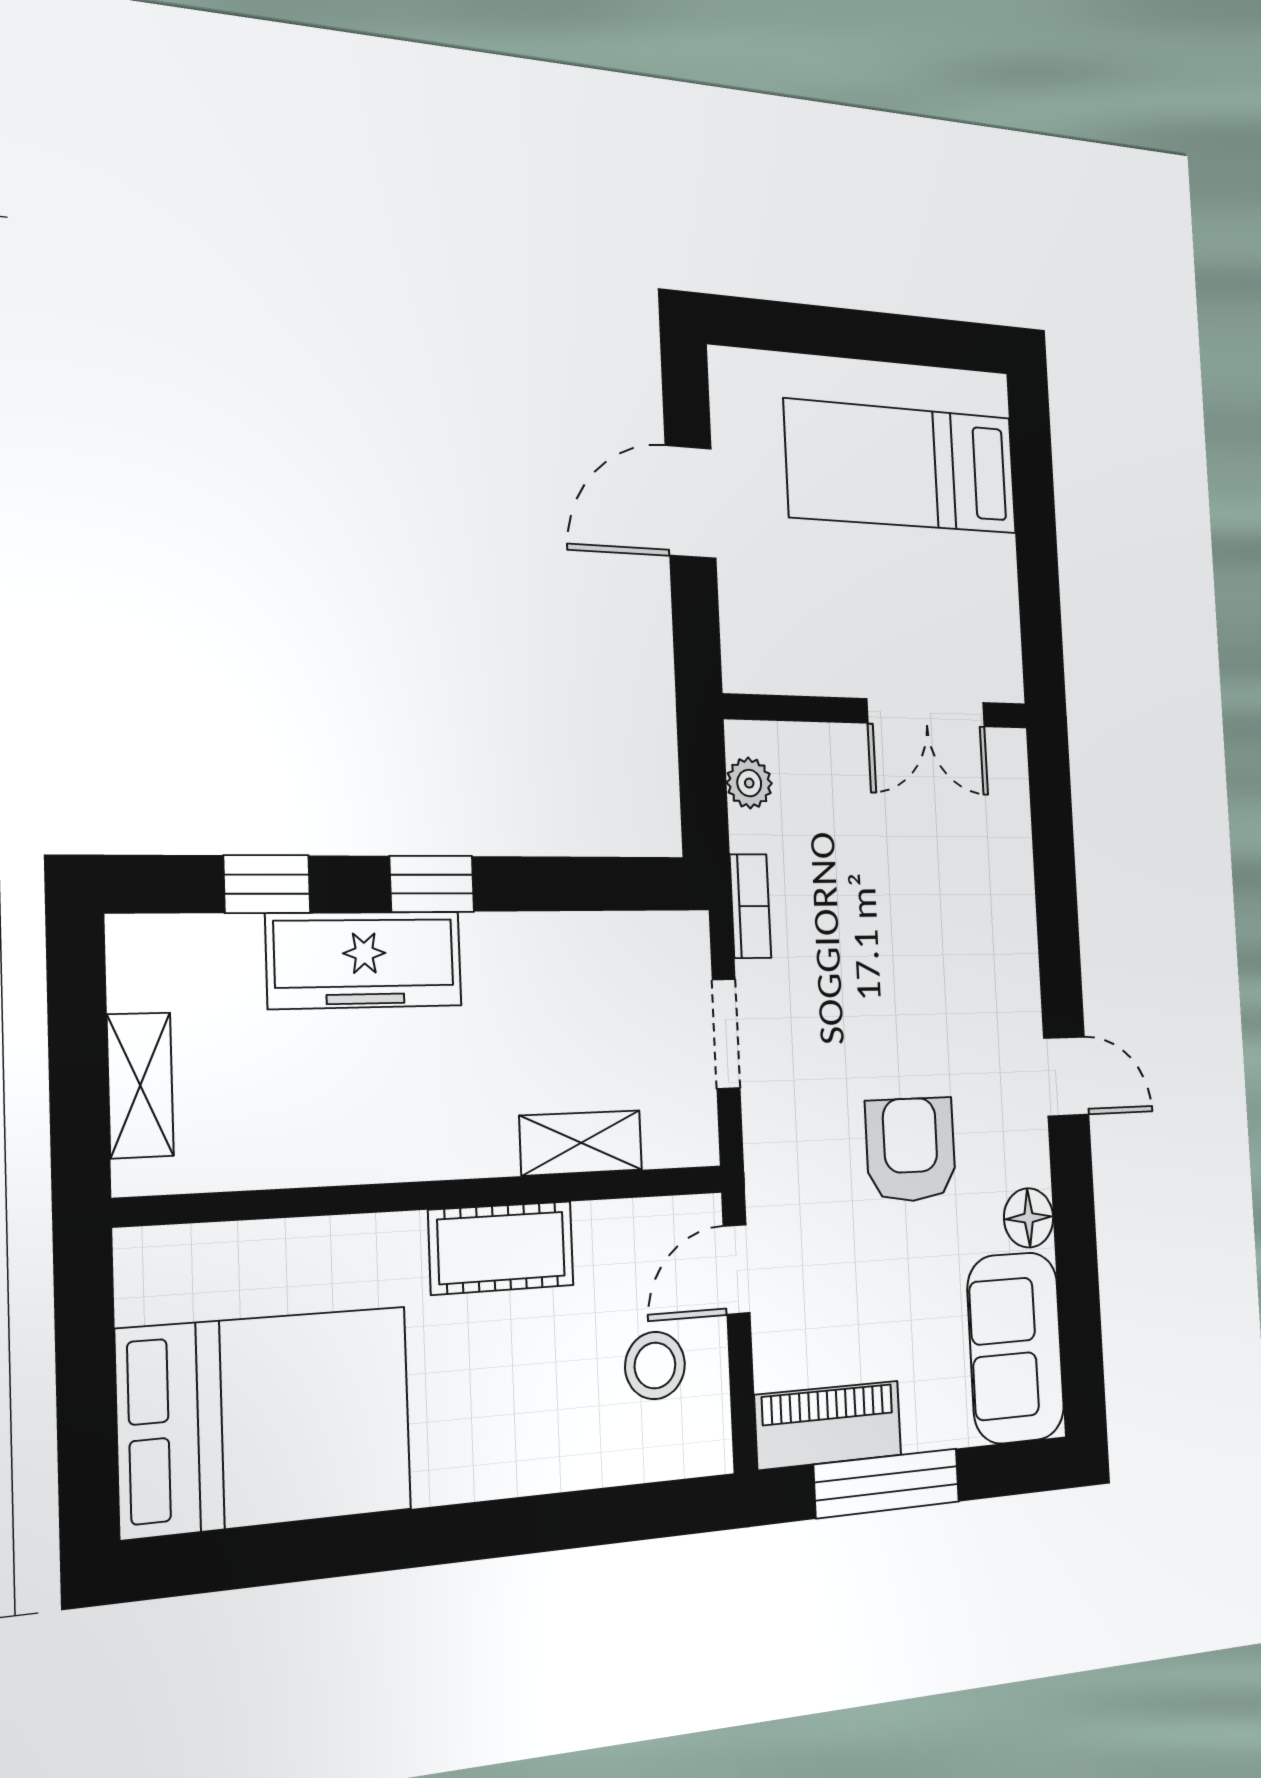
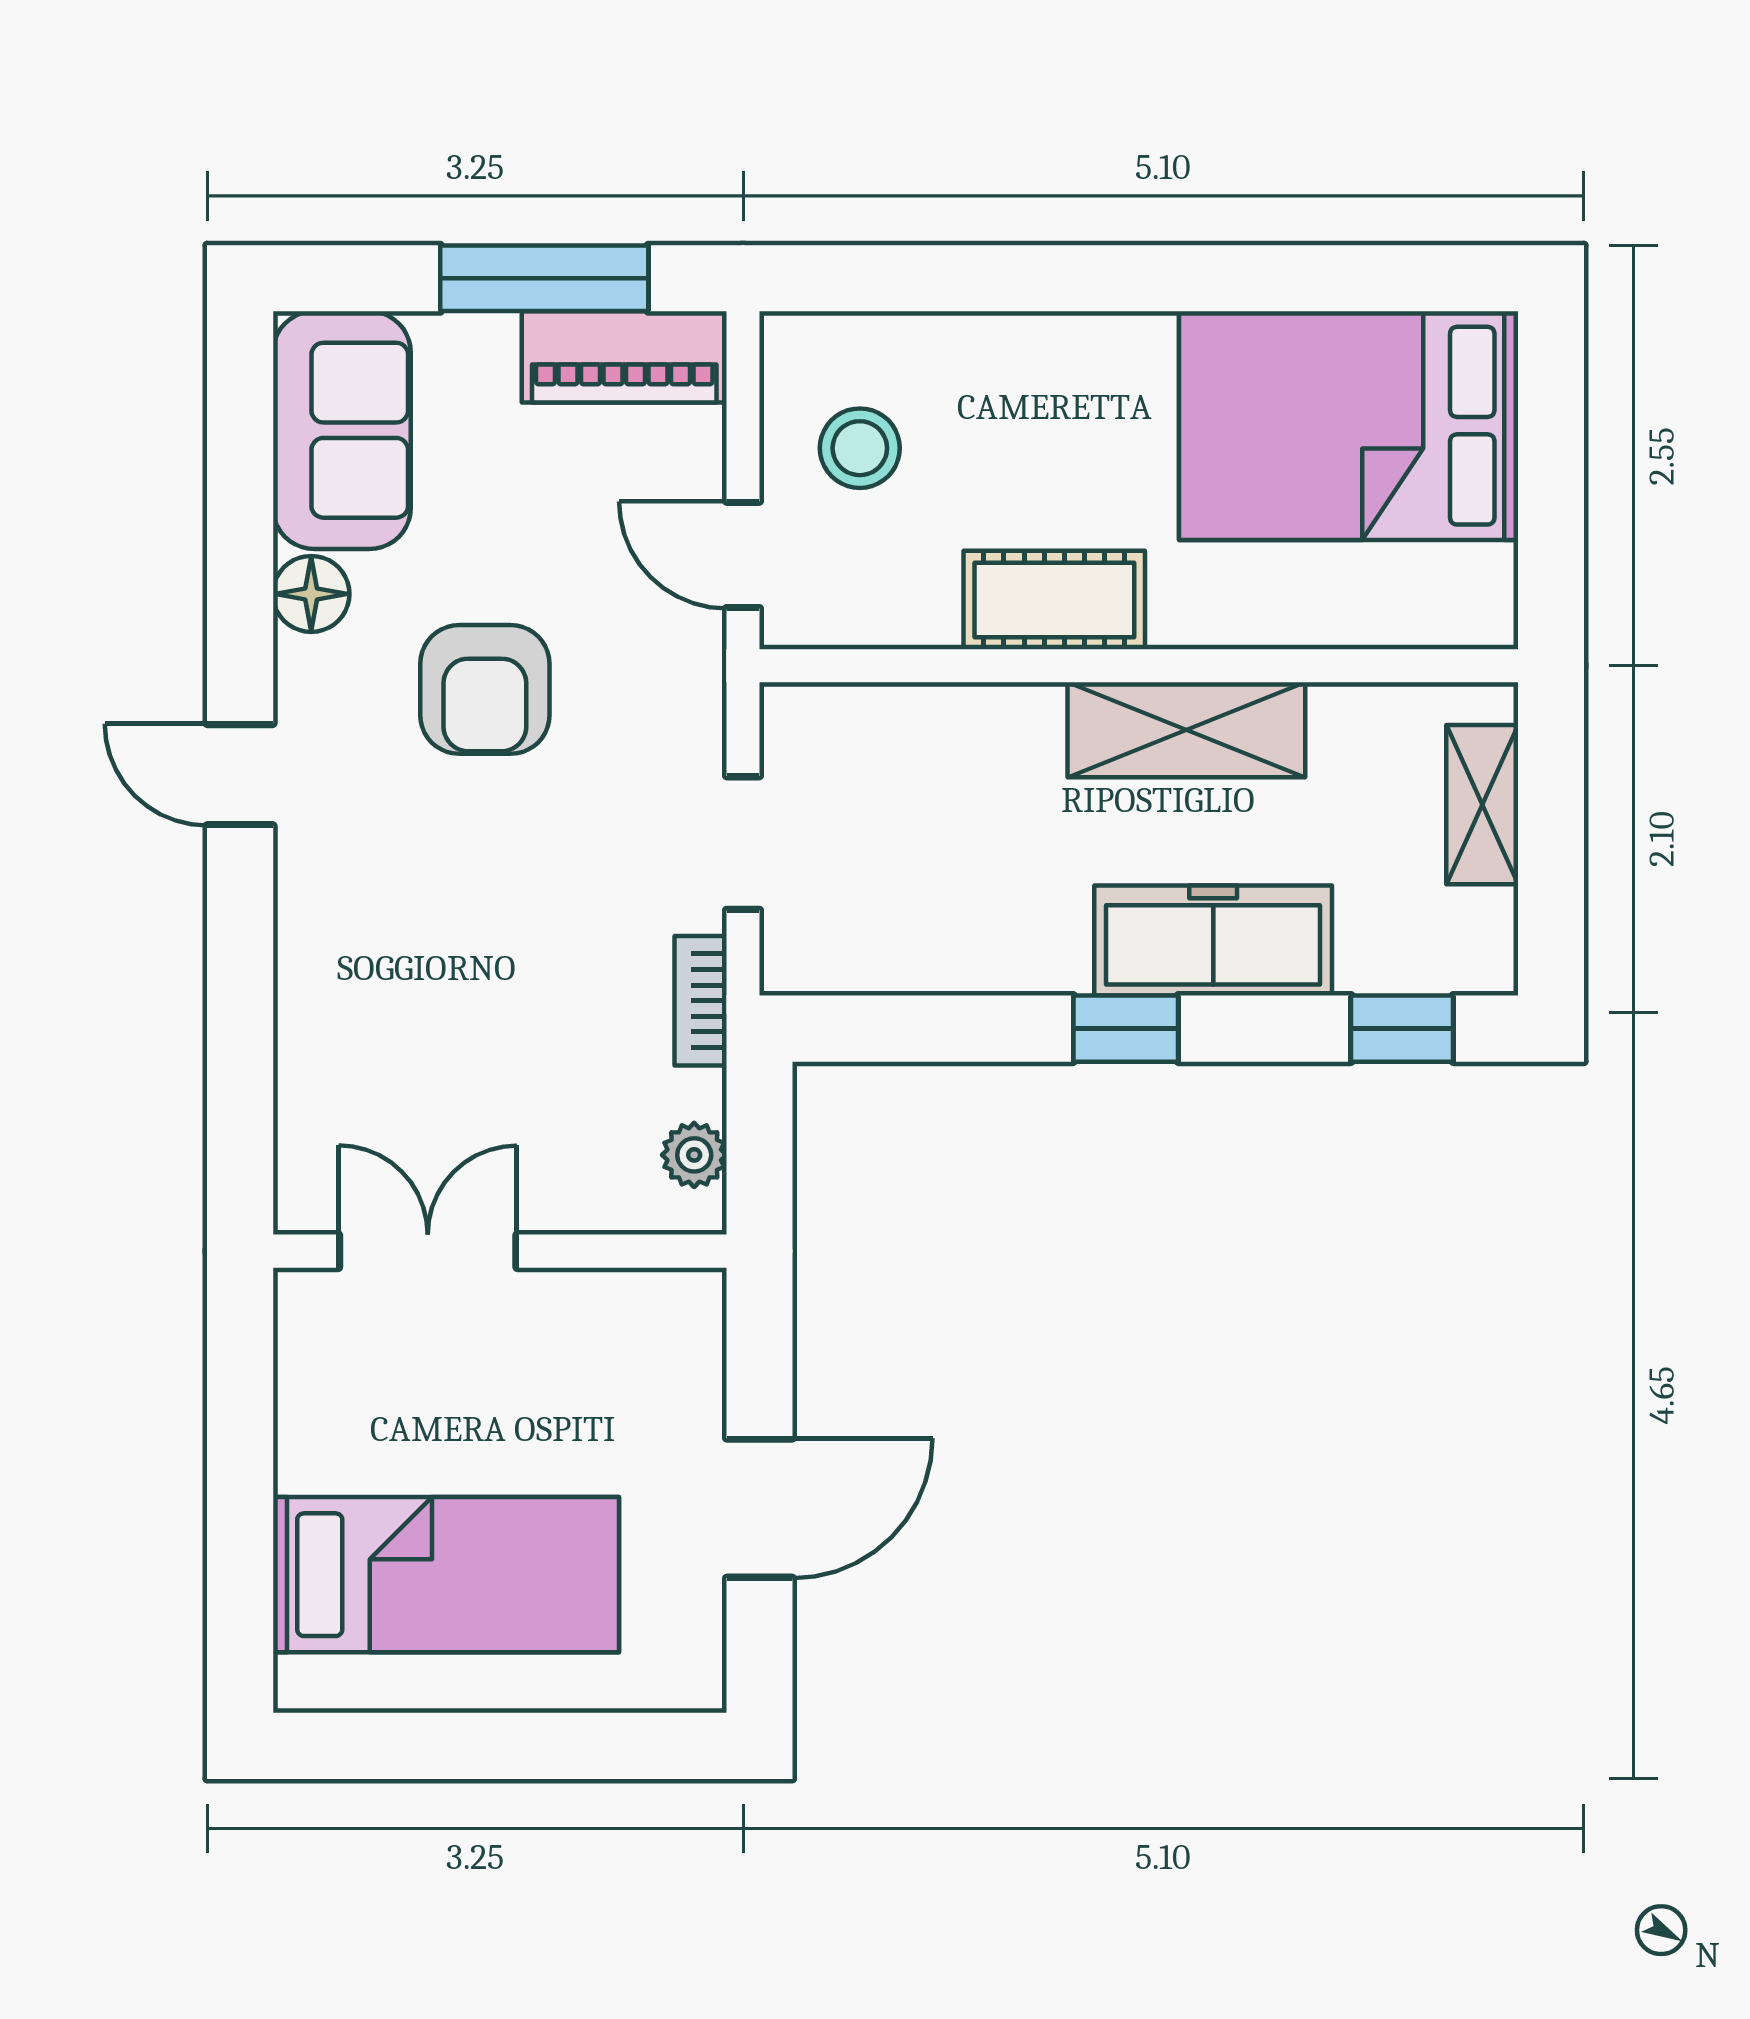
window: (267, 884) -> (1402, 1029), moved
shelving: (581, 1143) -> (1186, 730), moved, width x1.50, depth x1.33
door: (737, 1270) -> (743, 555), swing flipped

